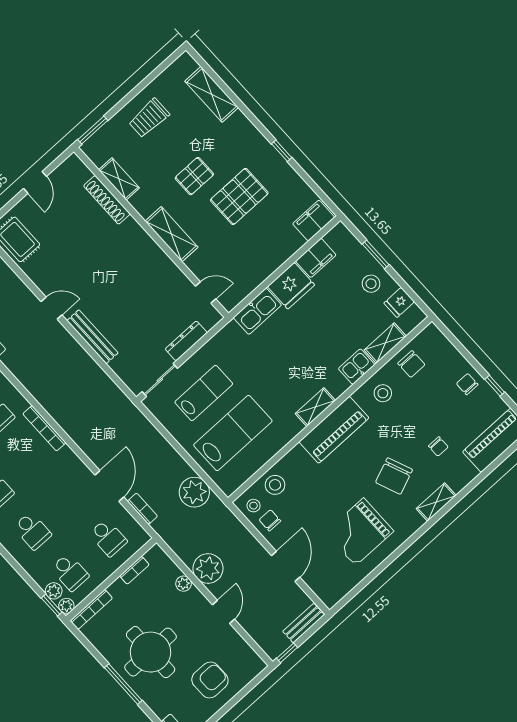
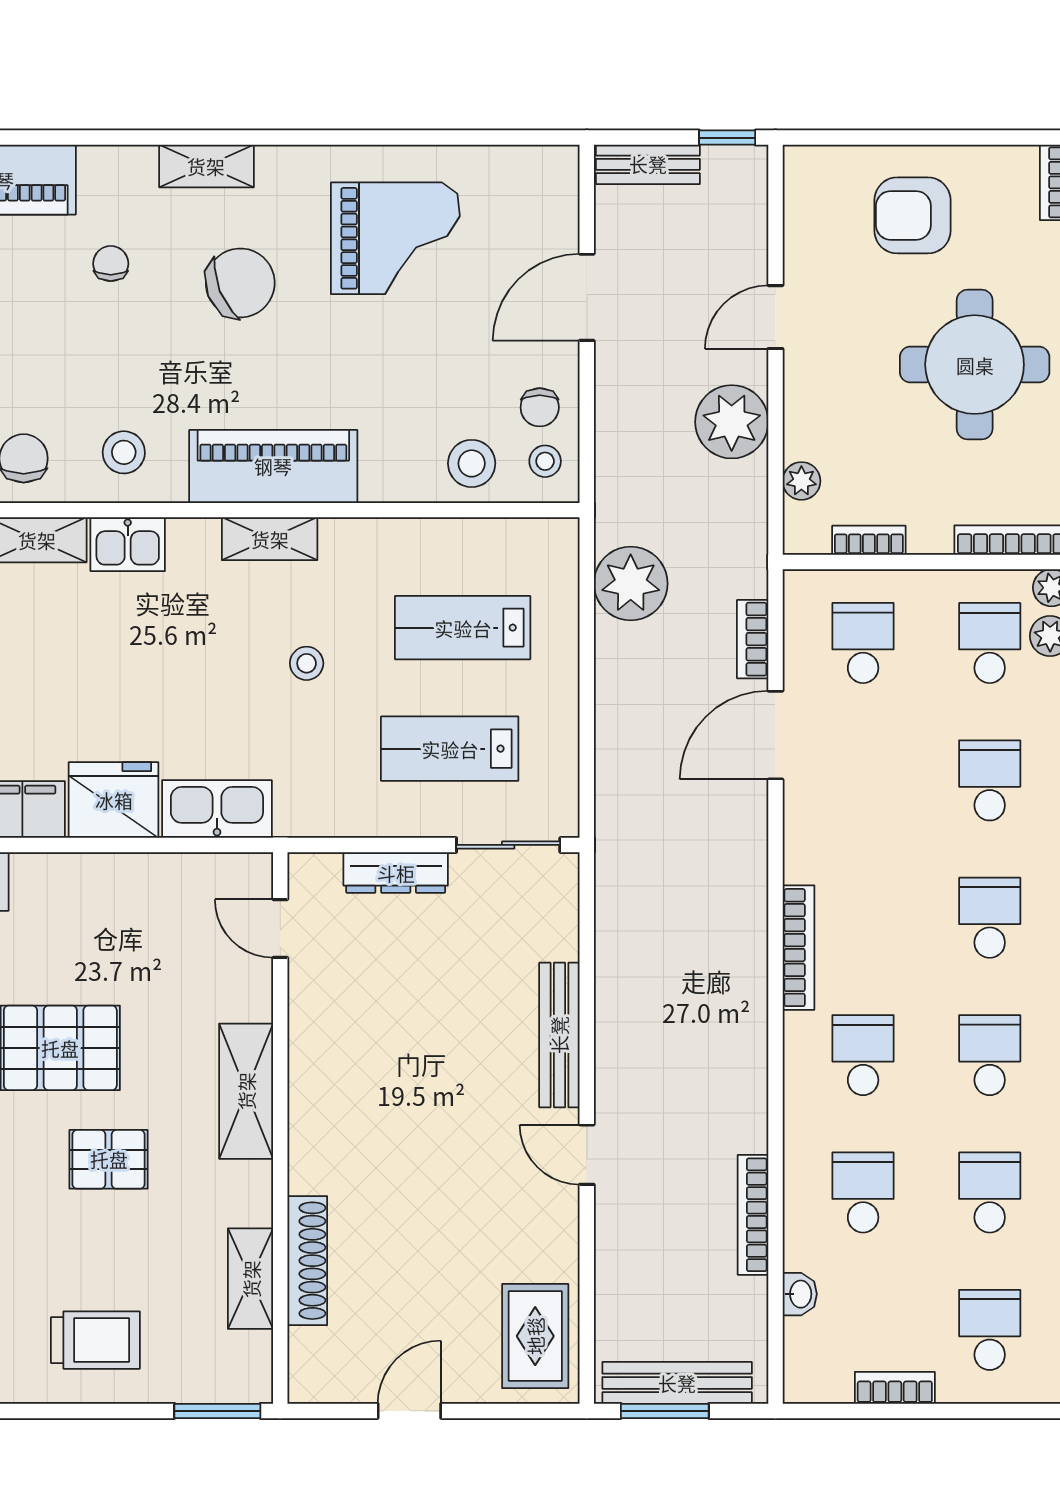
stool: (270, 380) -> (307, 663), added
lab bench: (233, 433) -> (463, 628), width x0.73, depth x0.72
plant: (184, 584) -> (801, 481), moved

